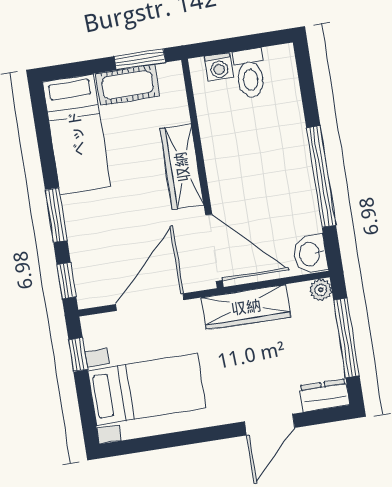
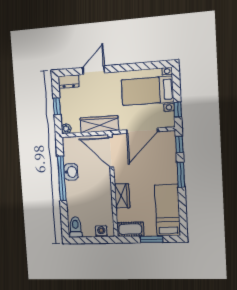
window: (140, 59) -> (152, 239), moved
toilet: (250, 73) -> (75, 227), moved
cot: (128, 85) -> (130, 229), moved
wardrobe: (182, 167) -> (122, 196), width x0.67
washbasin: (310, 254) -> (71, 172), moved
window: (346, 338) -> (57, 106), width x0.46

